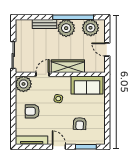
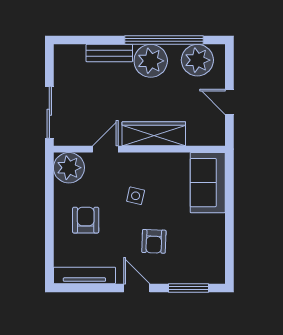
sofa: (87, 85) -> (208, 183), moved, turned 90
armchair: (32, 111) -> (86, 220), turned 90
armchair: (80, 124) -> (154, 241), moved

